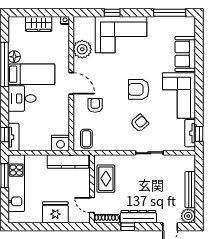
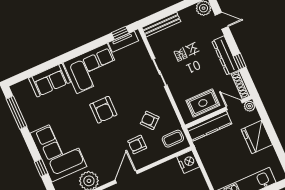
armchair: (140, 123) -> (150, 120), moved
kitchen counter: (68, 162) -> (209, 126), moved, turned 90
bench: (190, 190) -> (161, 25), moved
door: (92, 205) -> (234, 105), swing flipped
plant: (85, 218) -> (250, 106), added

